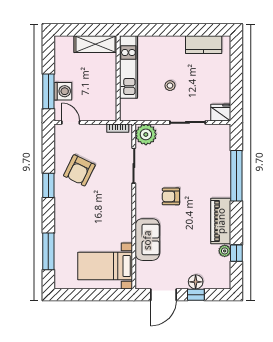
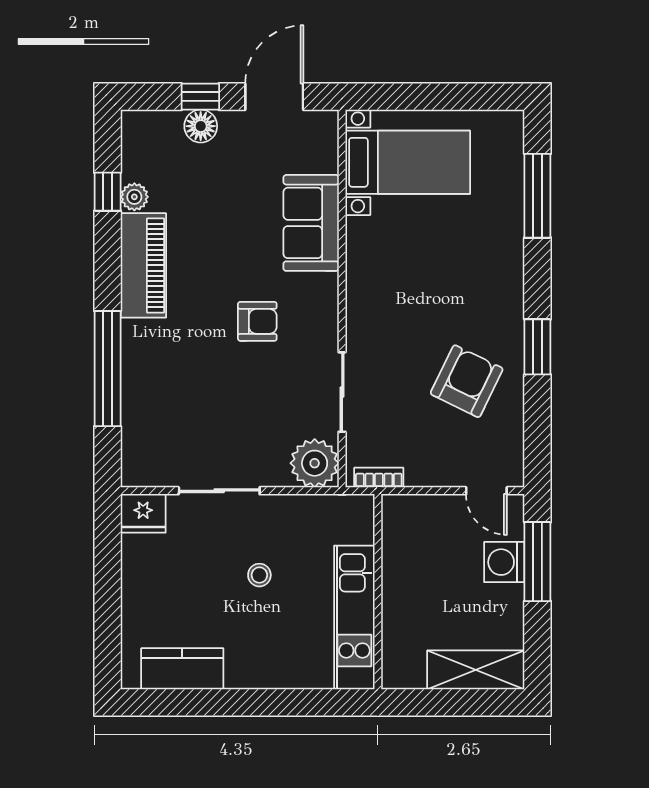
shelving: (95, 44) -> (476, 670), moved

